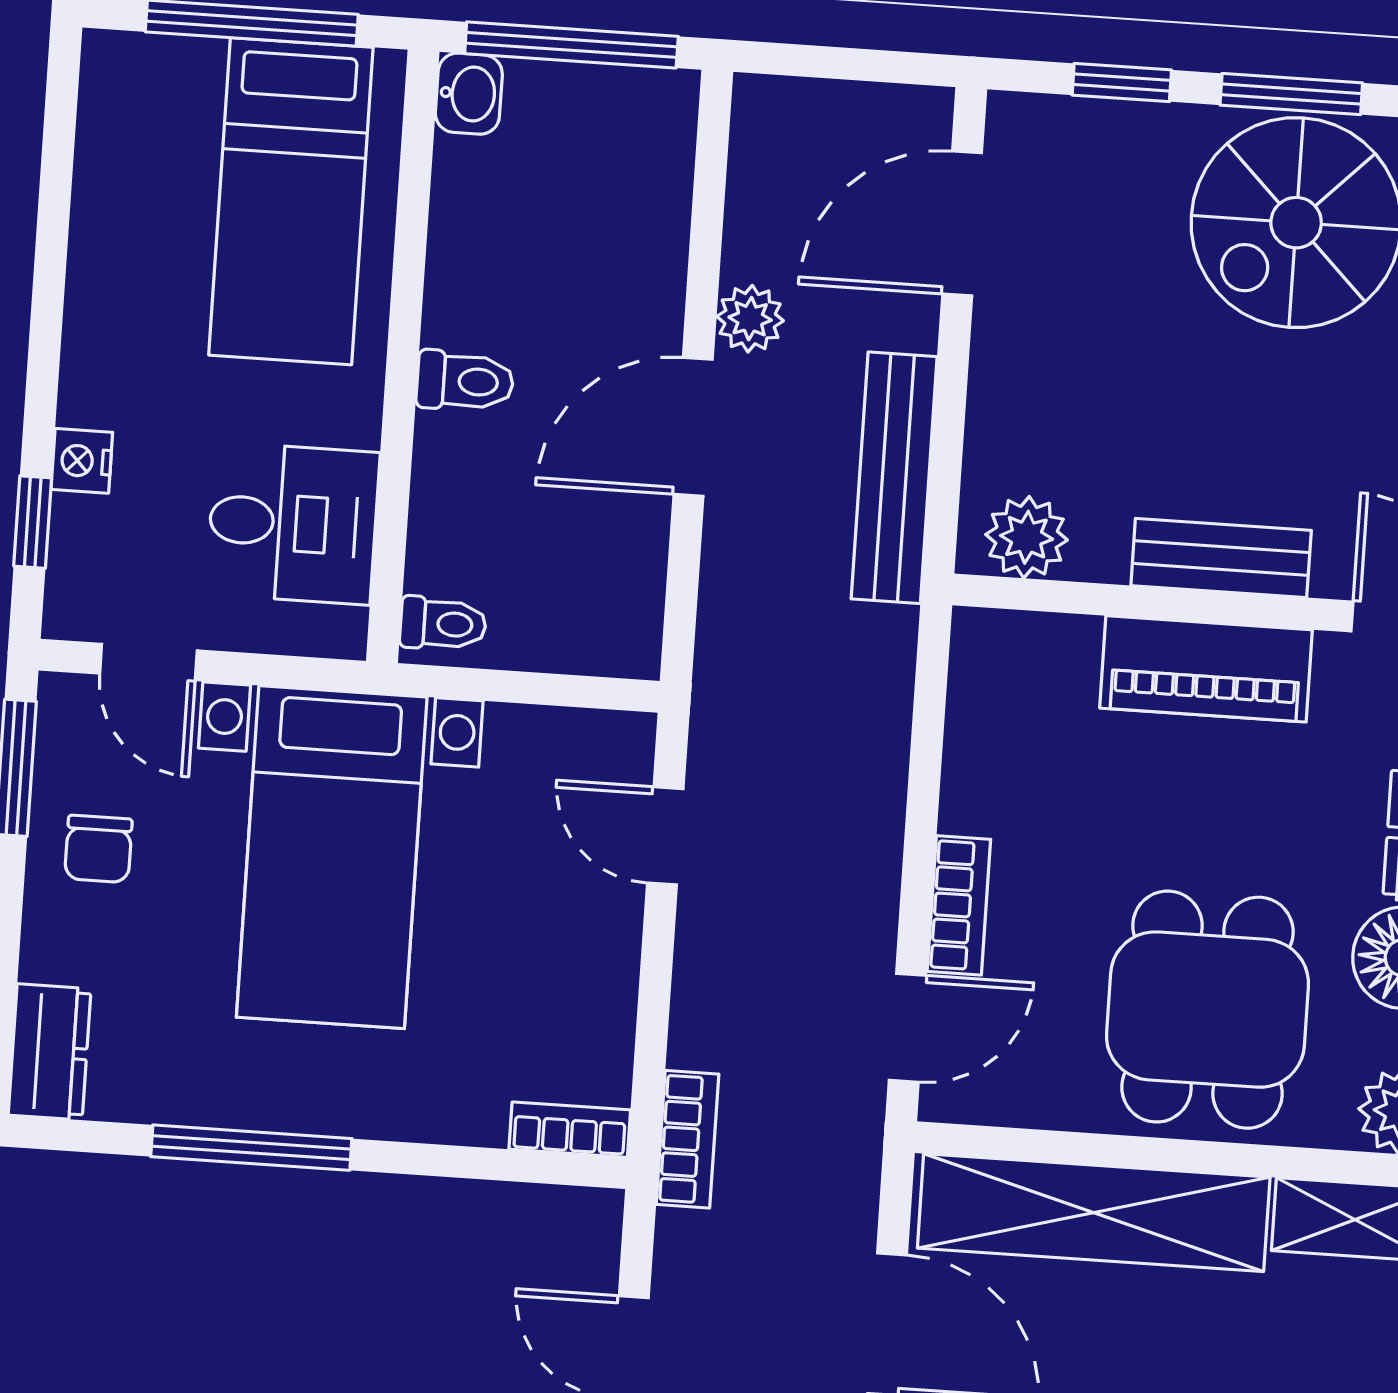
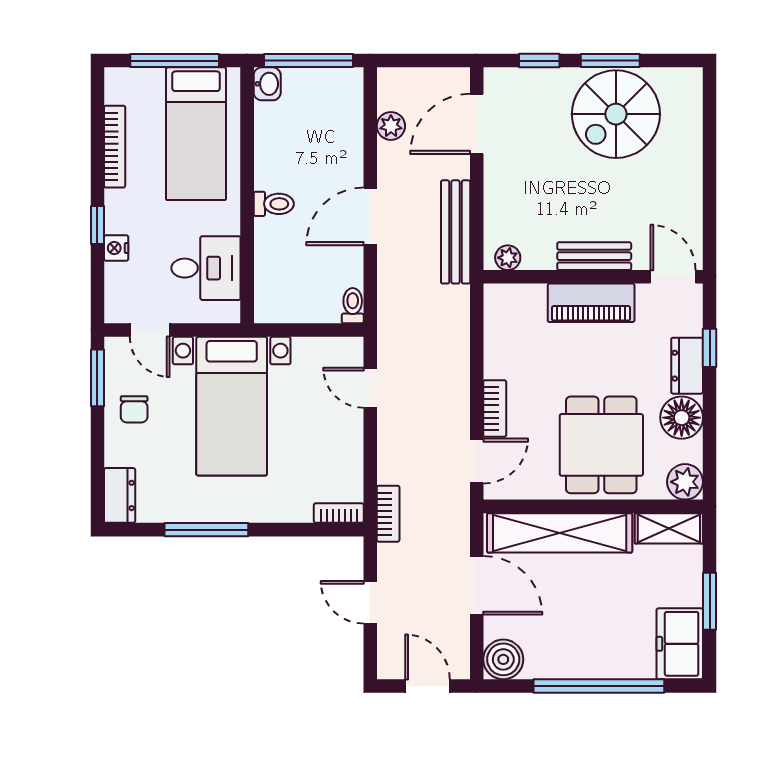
bookcase: (94, 219) -> (115, 147), added
plant: (750, 319) -> (391, 126), moved
window: (33, 522) -> (97, 225), moved
plant: (1027, 537) -> (508, 258), width x0.73, depth x0.73
toilet: (443, 624) -> (353, 306), moved, turned -90

